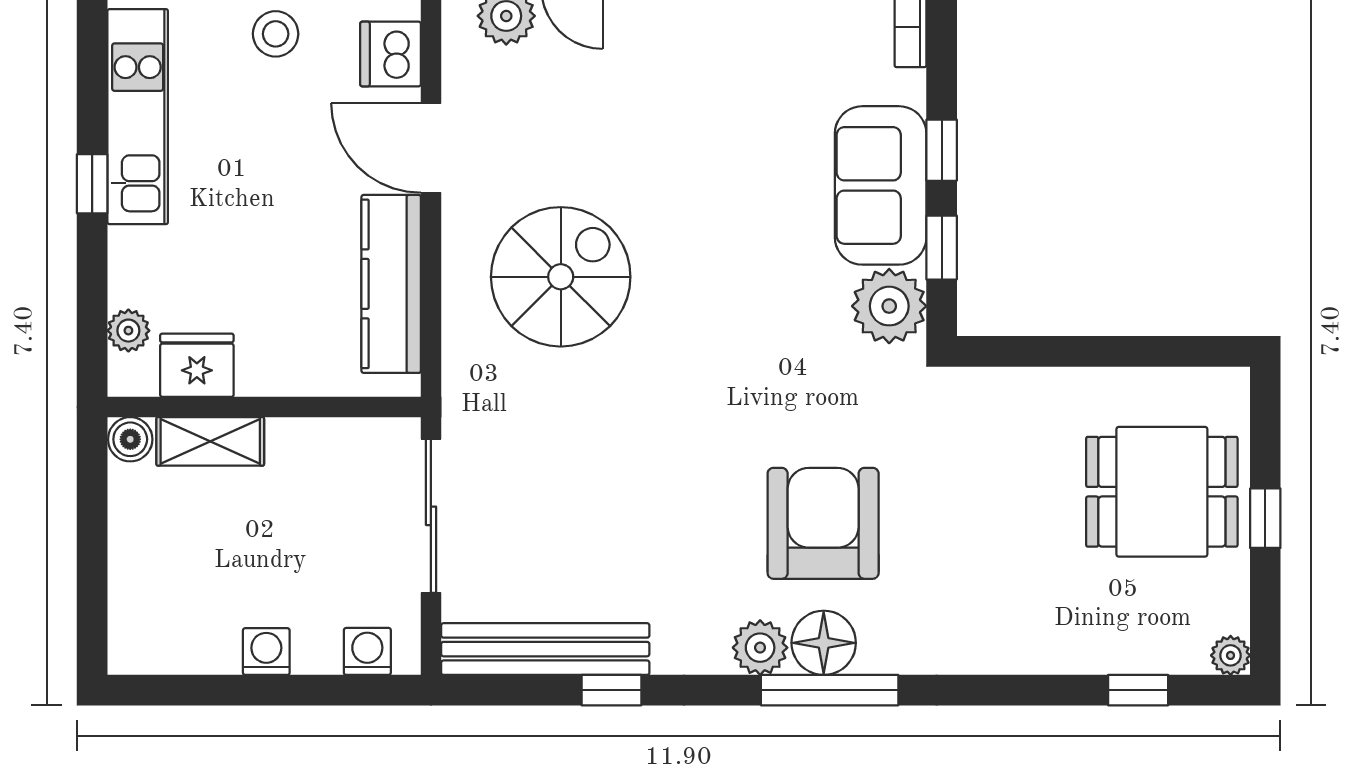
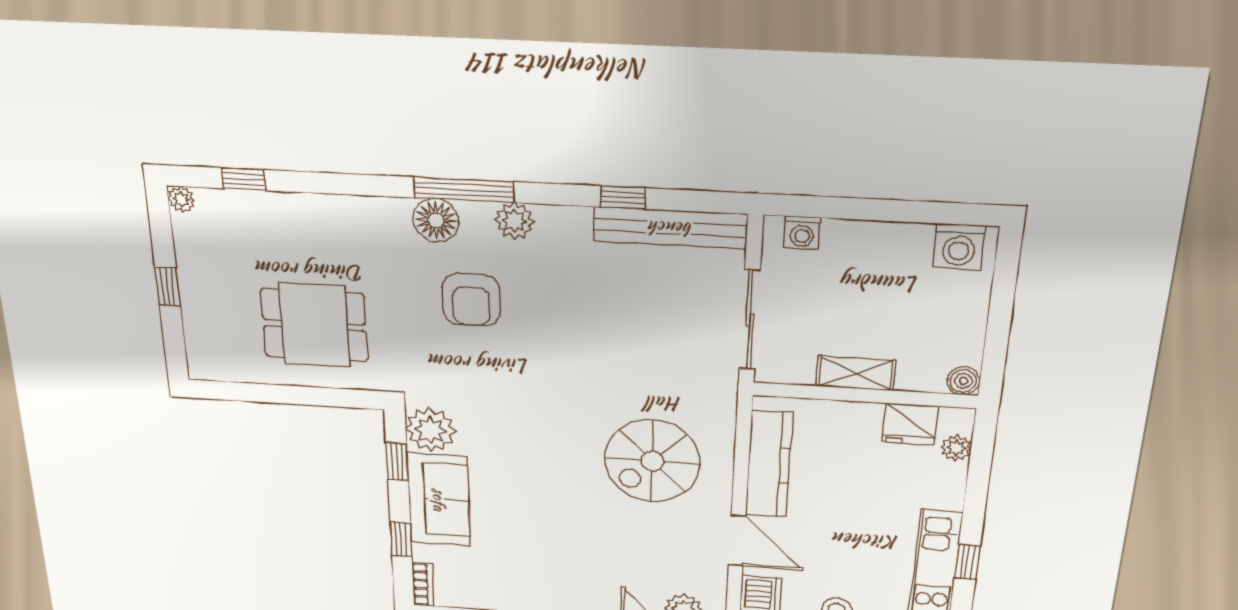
window: (942, 150) -> (401, 539), moved
window: (92, 184) -> (967, 562), moved
shelving: (210, 441) -> (856, 373), moved
dining table: (1162, 492) -> (314, 325), moved
armchair: (823, 523) -> (471, 300), width x0.73, depth x0.73
floor lamp: (824, 643) -> (436, 220), moved
washing machine: (266, 652) -> (959, 247), moved, width x1.38, depth x1.38

